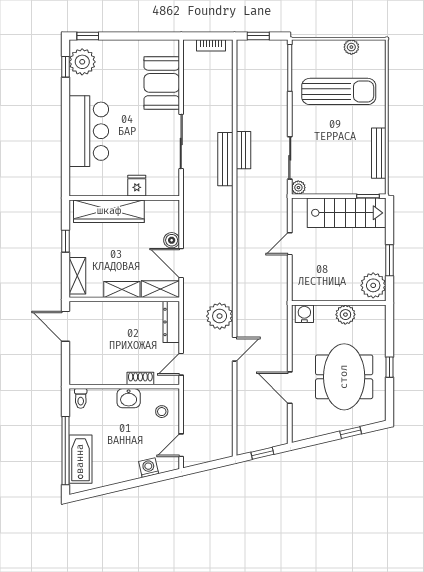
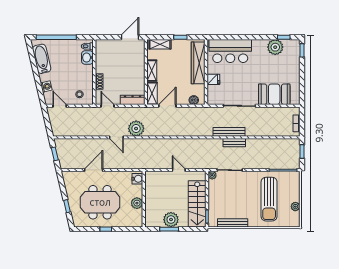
plant: (82, 62) -> (275, 47), moved
bar counter: (89, 131) -> (230, 51), moved
boiler: (172, 240) -> (194, 100), moved
plant: (373, 285) -> (171, 220), moved
washbasin: (129, 398) -> (87, 58), moved
bathtub: (80, 459) -> (42, 59), moved, turned -103

